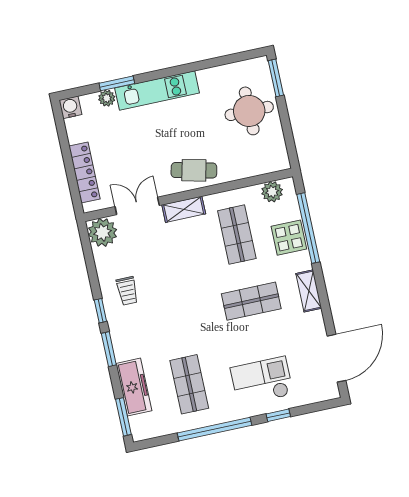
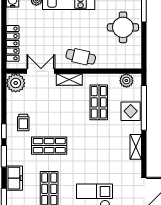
shop shelf: (251, 301) -> (49, 146), moved
freezer: (134, 387) -> (14, 178), width x0.71

